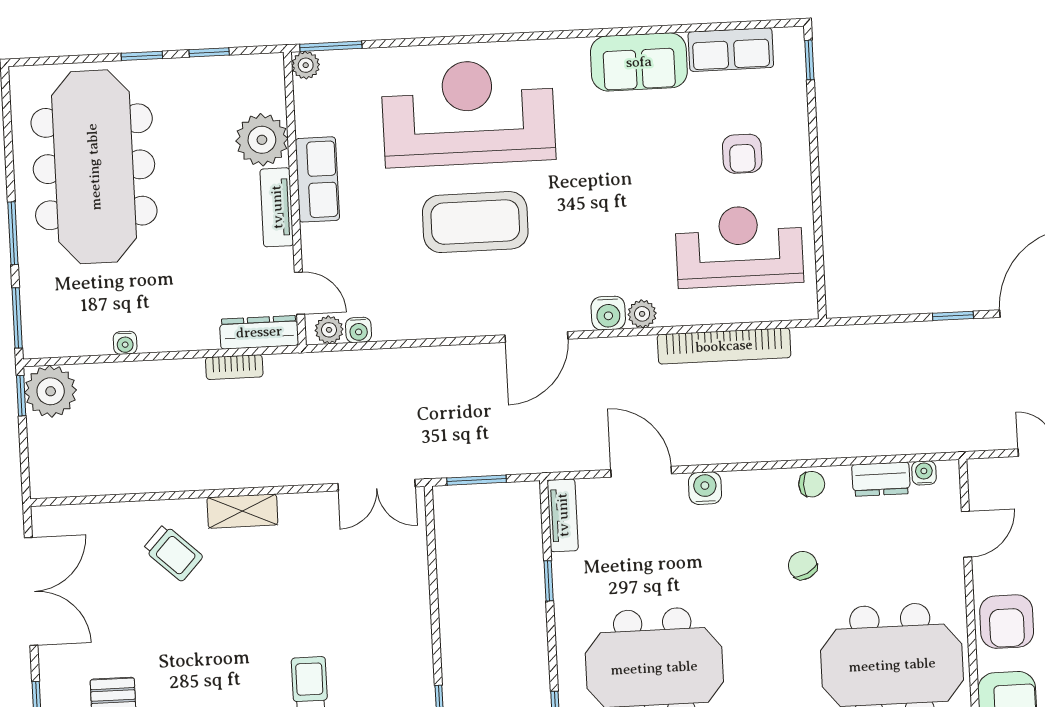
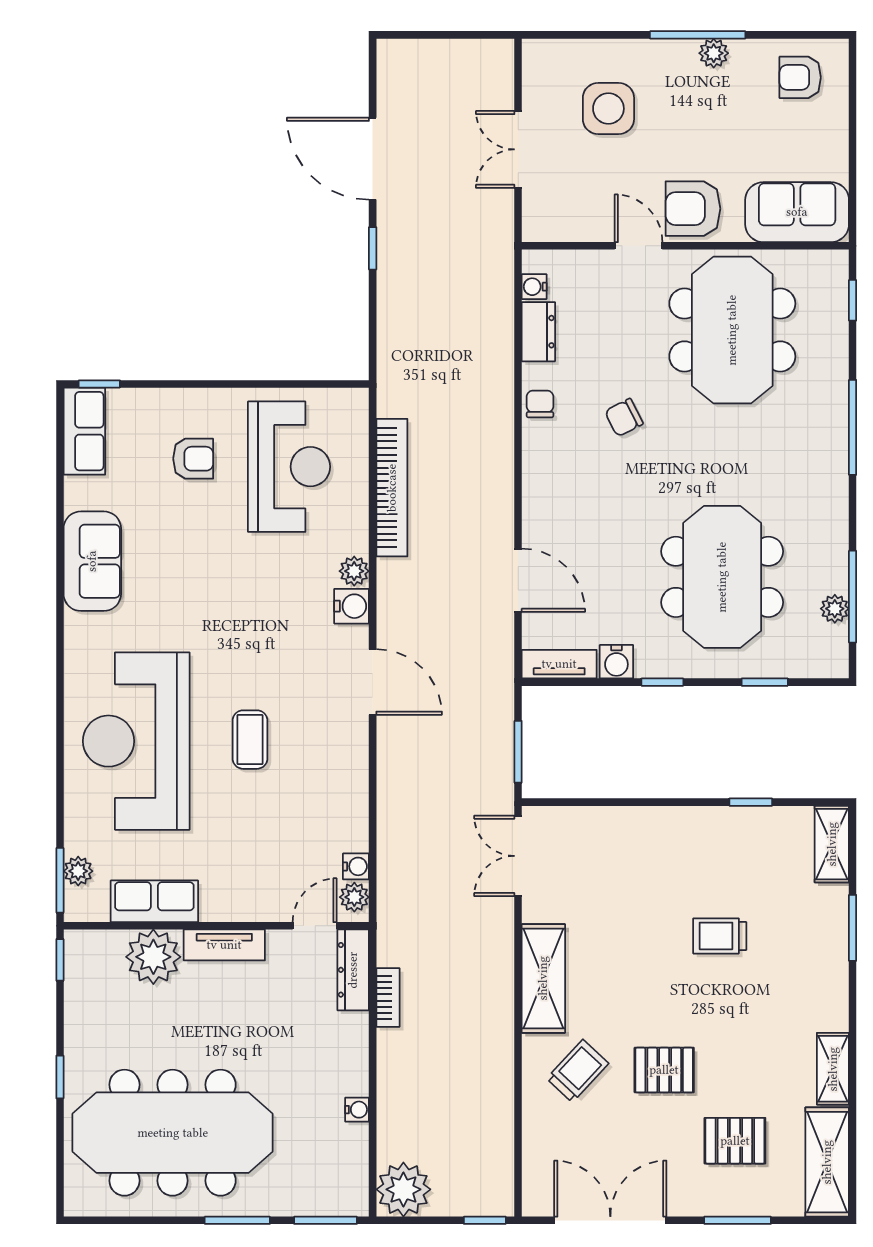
row of seats: (731, 50) -> (84, 431), moved
window: (209, 52) -> (60, 960), moved
plant: (306, 65) -> (78, 871), moved
row of seats: (317, 179) -> (154, 901), moved
coffee table: (475, 222) -> (250, 740), width x0.54, depth x0.58
reception desk: (739, 246) -> (289, 467), turned 180
window: (21, 396) -> (485, 1220), moved
door: (641, 472) -> (518, 580), swing flipped
double door: (377, 485) -> (518, 856), swing flipped
water cooler: (705, 488) -> (616, 662), moved, turned -90
shelving: (242, 511) -> (543, 978), width x1.50, depth x1.33
door: (966, 534) -> (638, 246), moved
window: (549, 581) -> (662, 682), moved
armchair: (1007, 622) -> (693, 209), turned 180
pallet: (178, 636) -> (664, 1070), added

